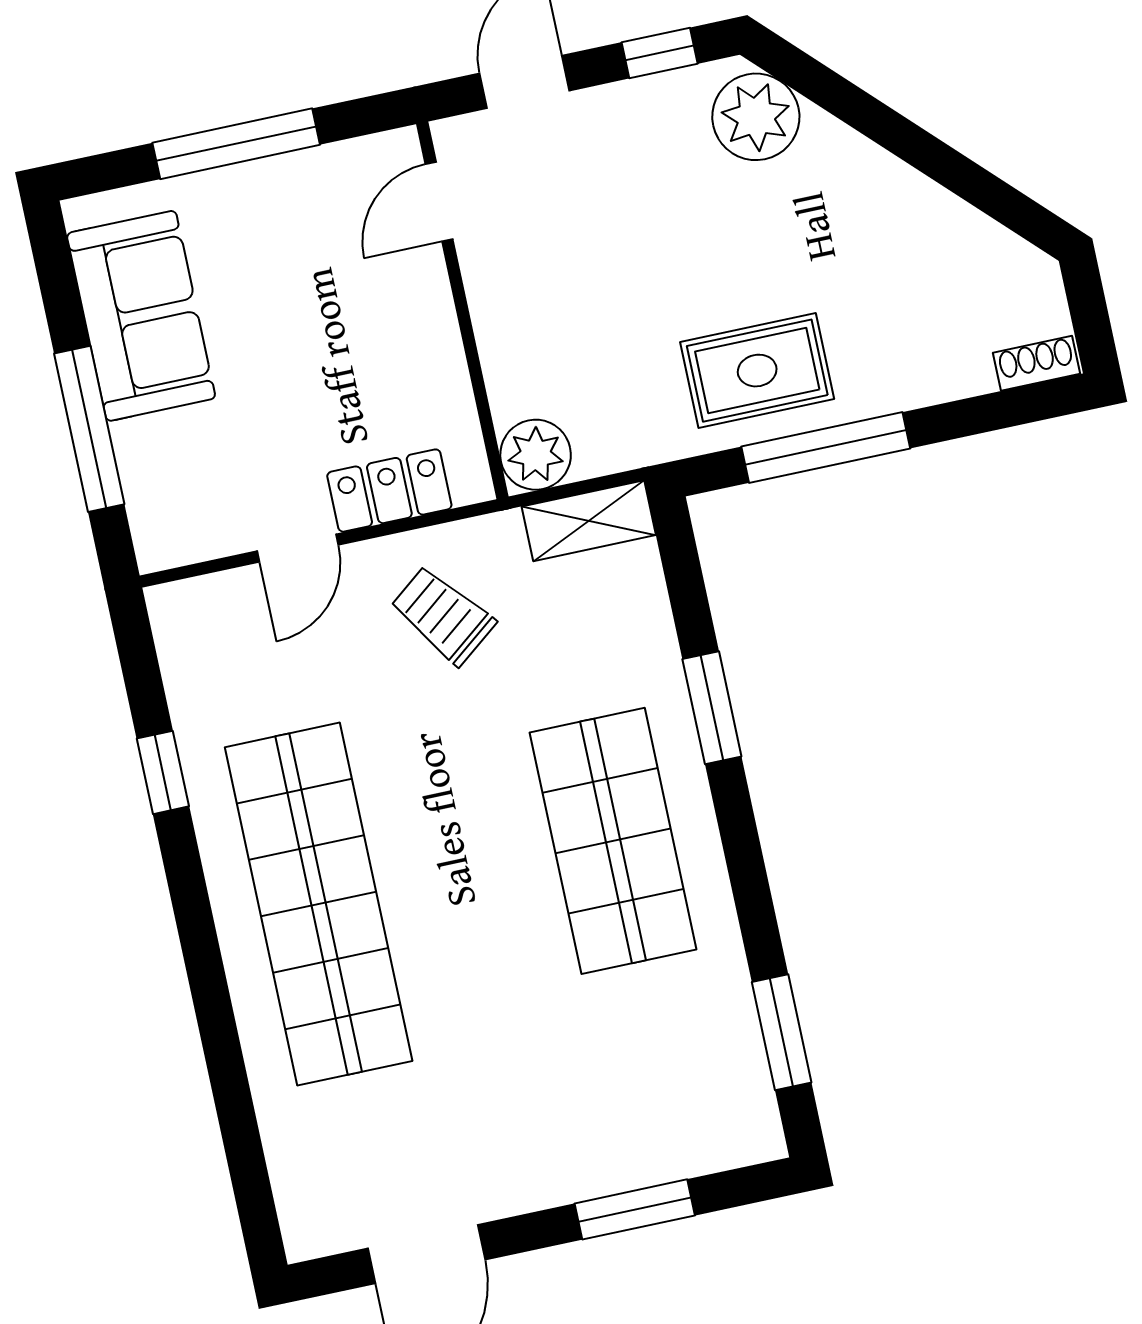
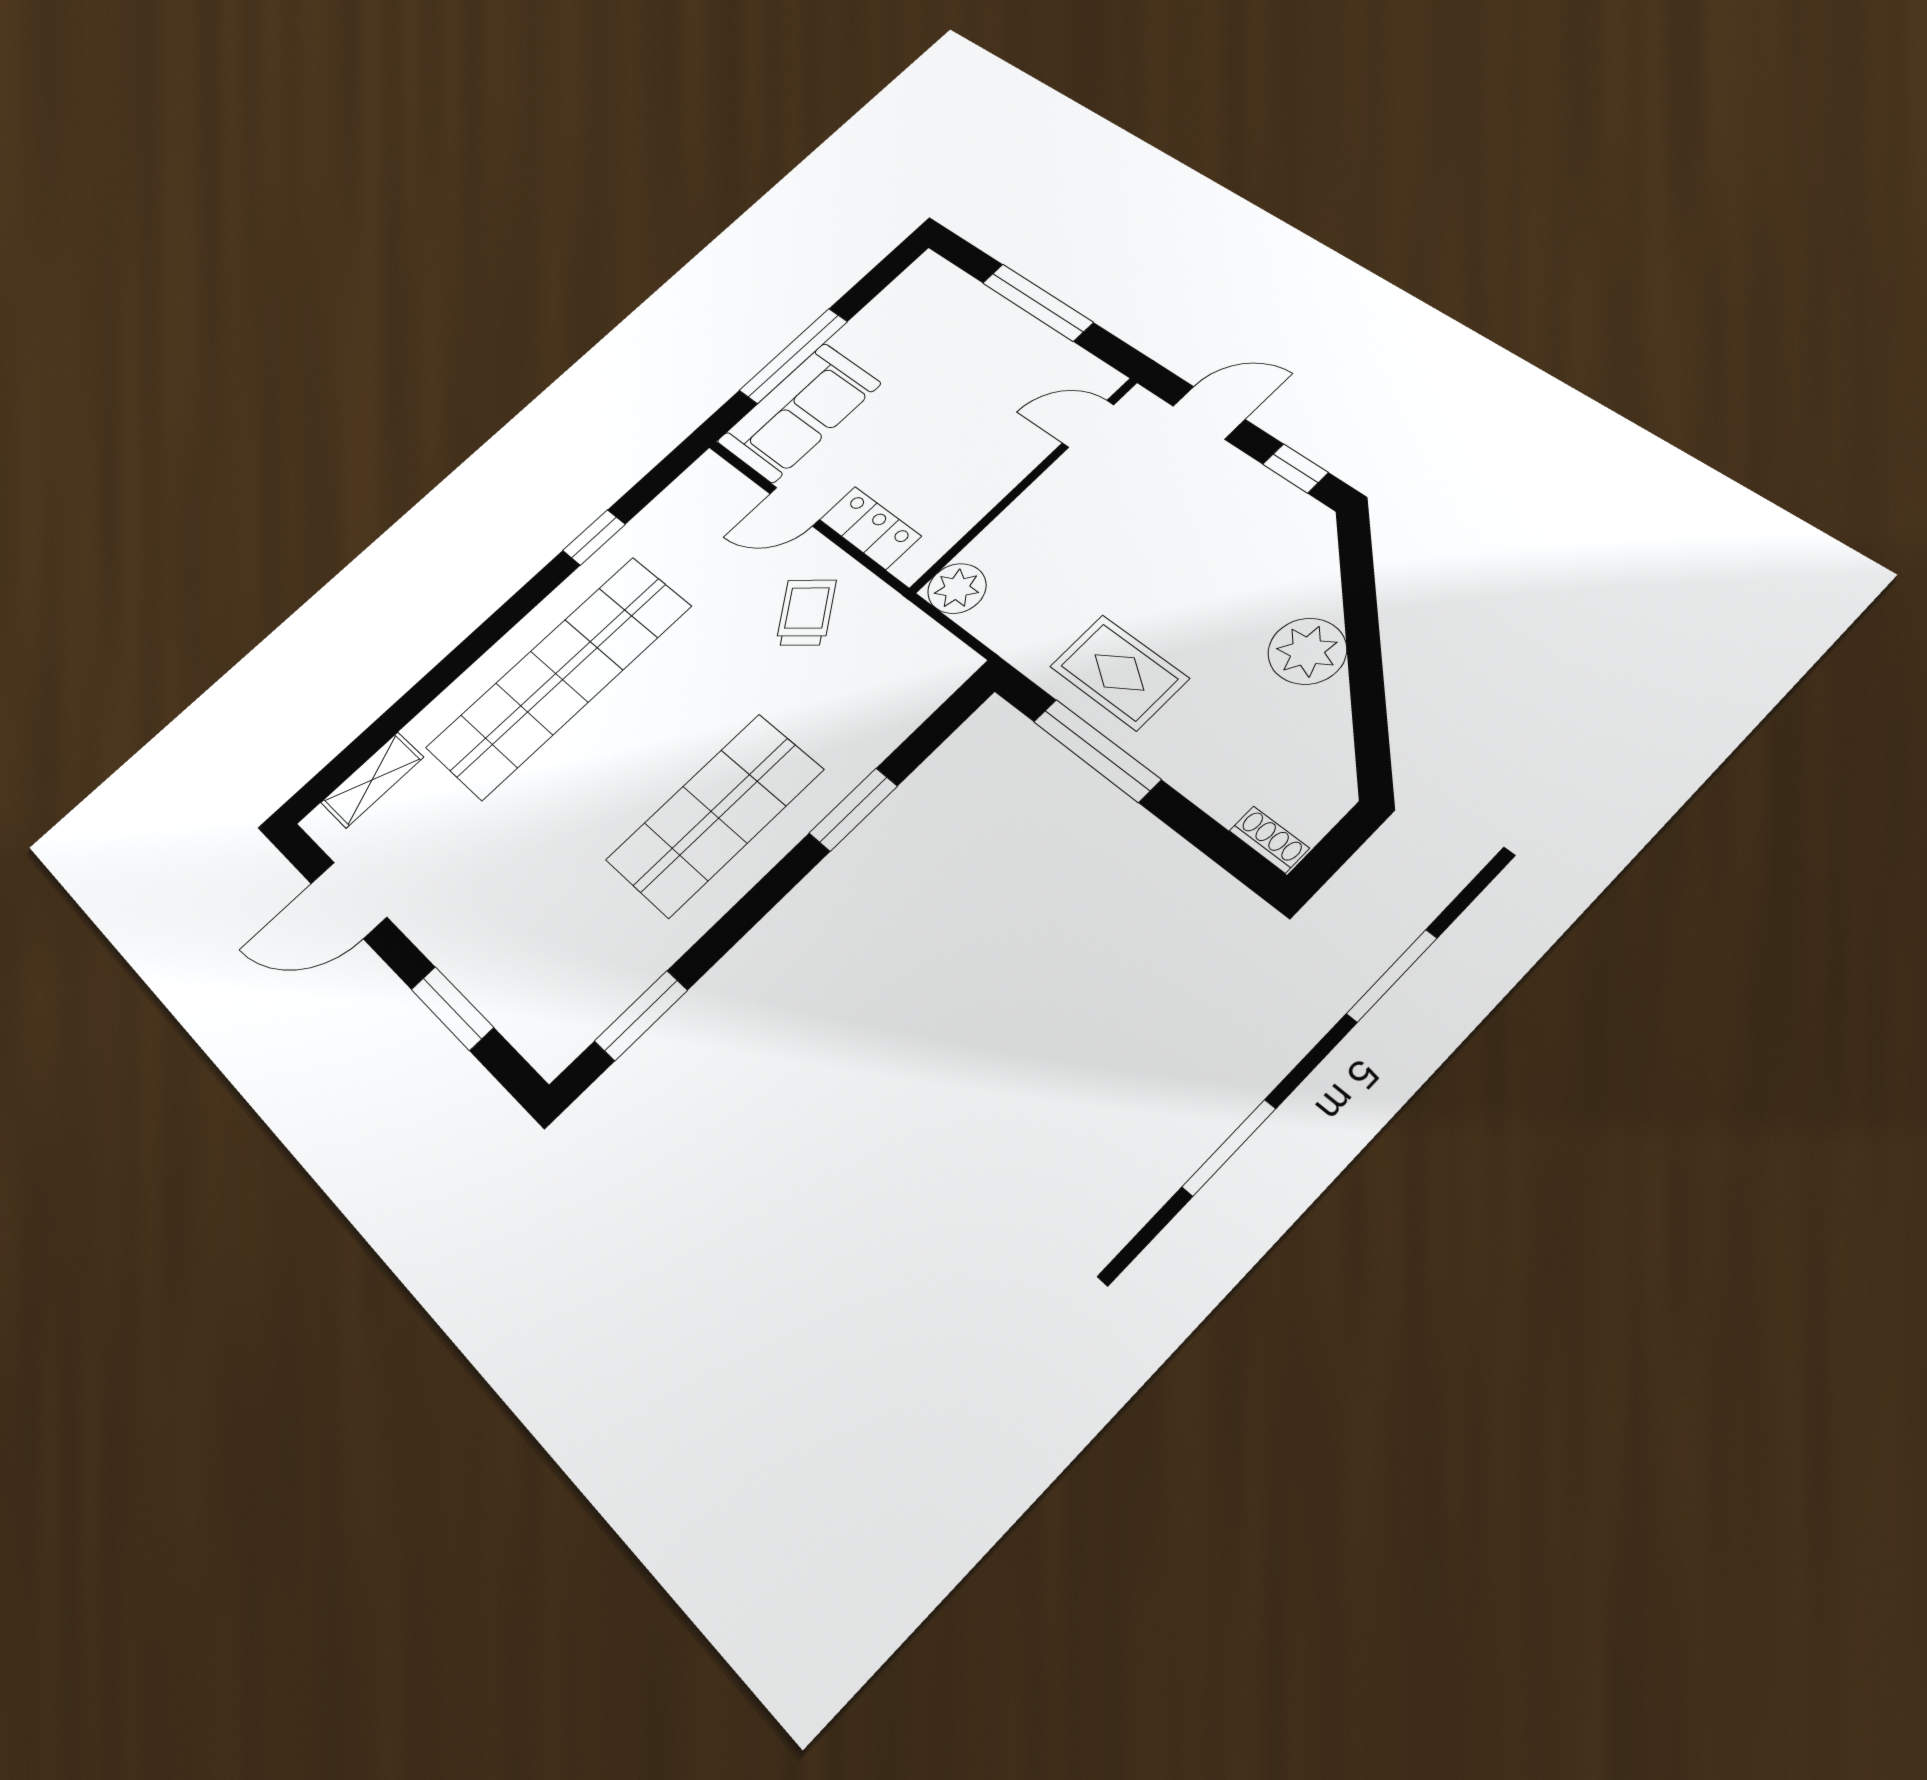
plant: (756, 117) -> (1307, 651), moved
sofa: (141, 316) -> (799, 412), moved
shelving: (589, 521) -> (372, 780), moved, turned 90

